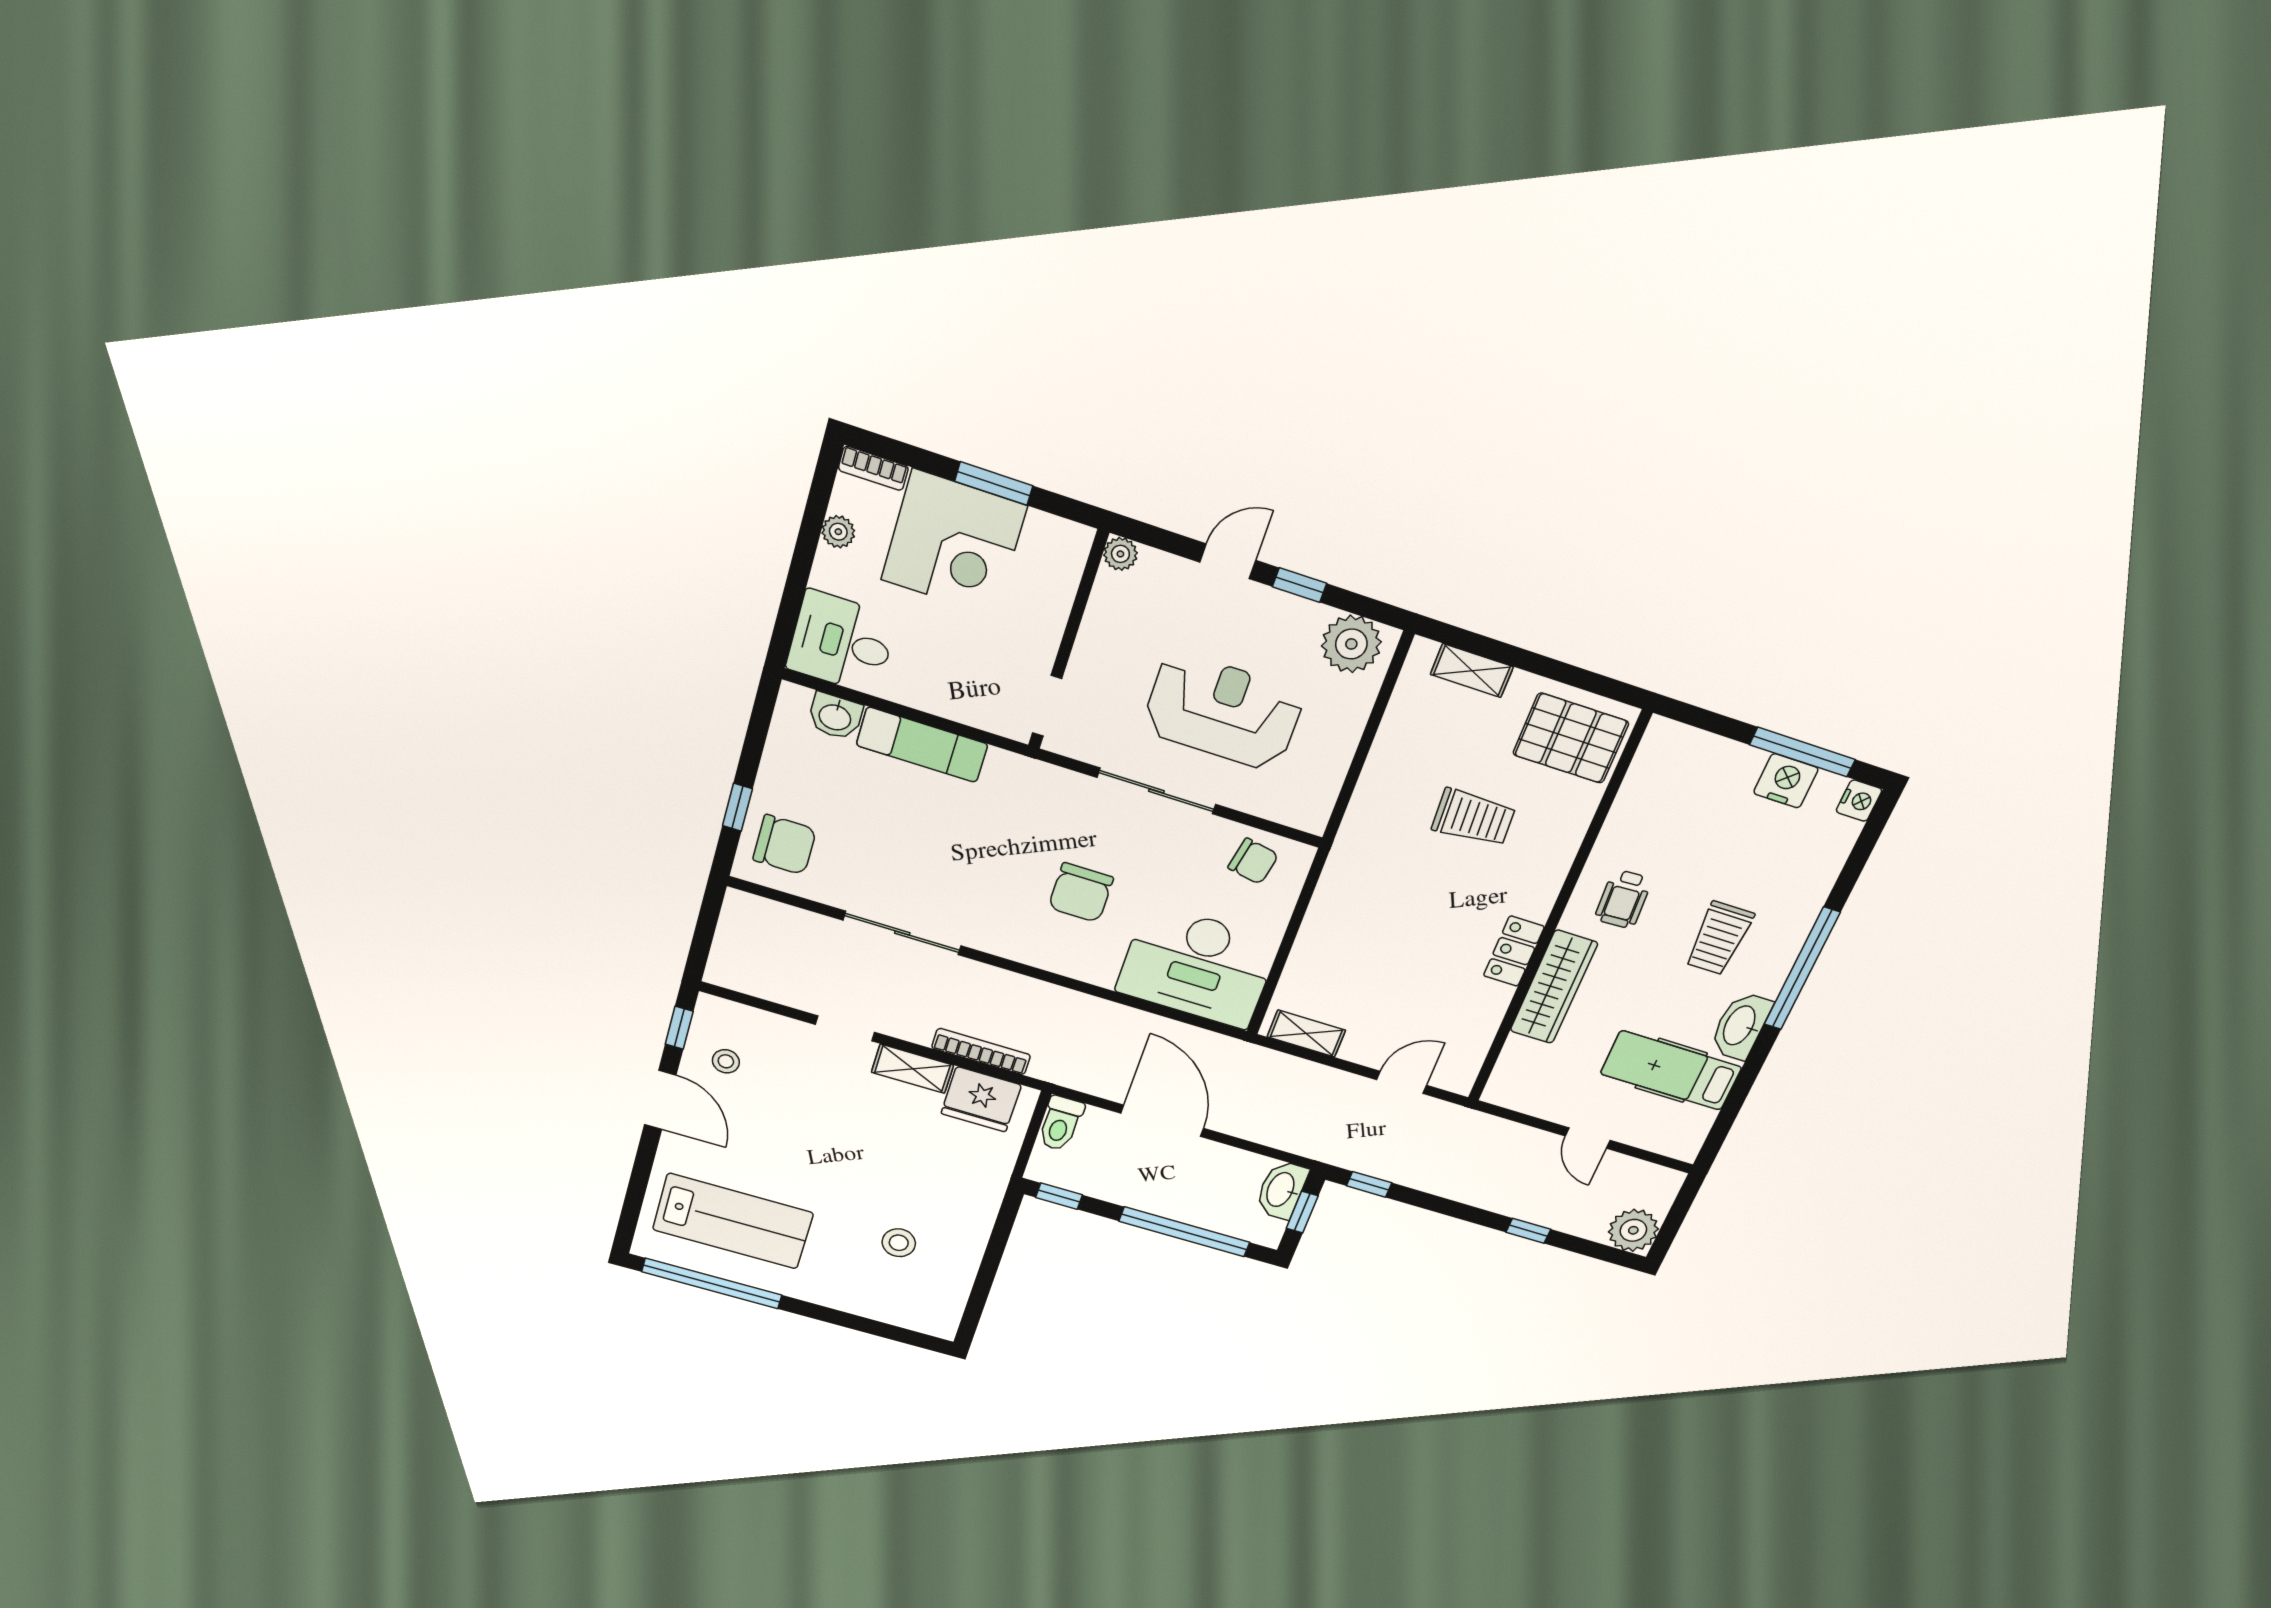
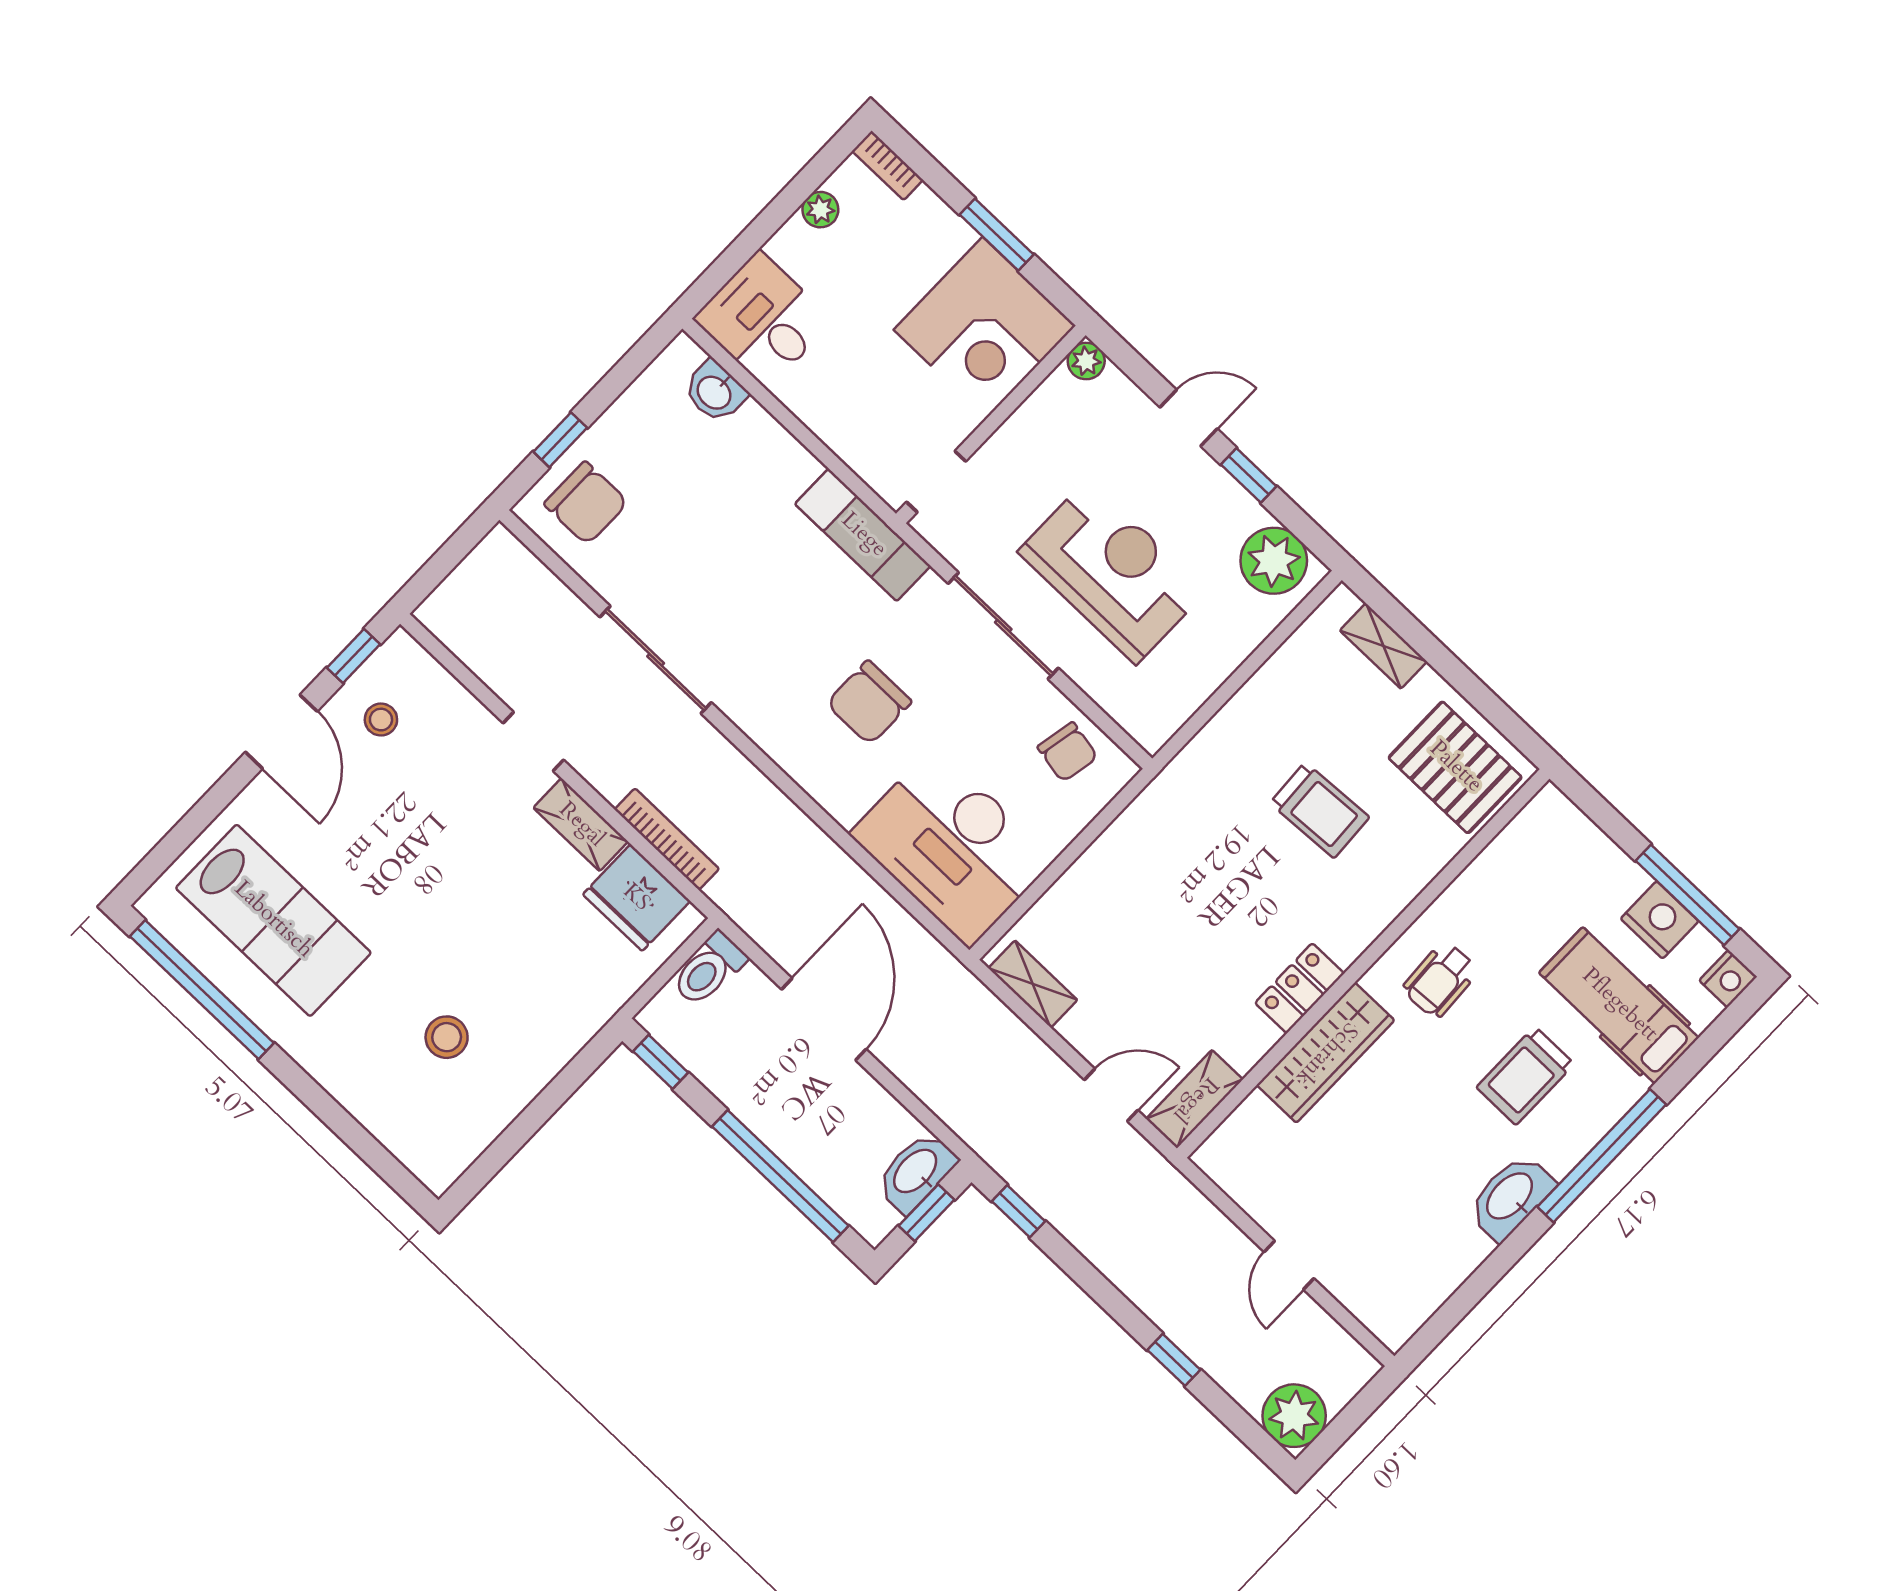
corner desk: (954, 543) -> (985, 328), moved
exam couch: (922, 745) -> (863, 535), moved
shelving: (1466, 1059) -> (1195, 1099), added
hospital bed: (1671, 1070) -> (1619, 1005), moved

